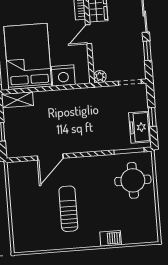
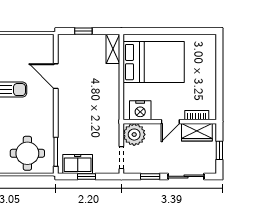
door: (88, 34) -> (170, 122), swing flipped
nightstand: (63, 76) -> (140, 110), moved, turned -90
plant: (100, 77) -> (134, 135), width x1.88, depth x1.88

